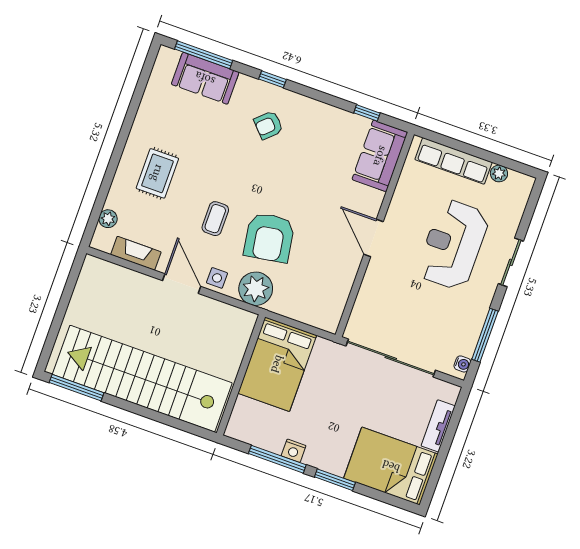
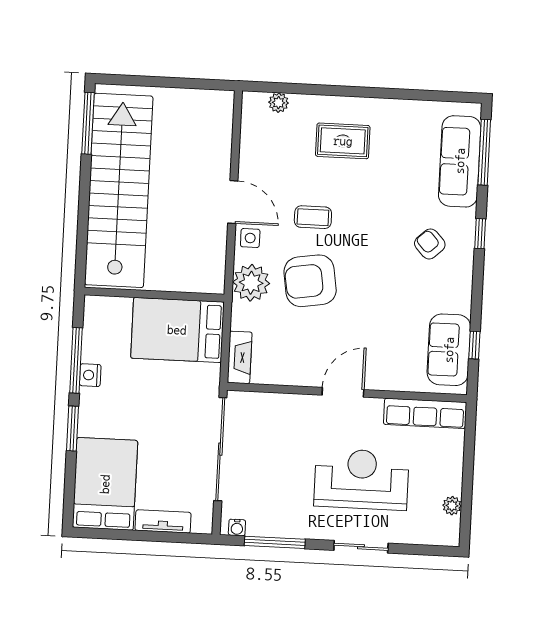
sofa: (205, 78) -> (460, 161), width x1.36
sofa: (380, 156) -> (449, 350), moved, turned -90
row of seats: (454, 161) -> (425, 413), moved, turned -90
fireplace: (136, 253) -> (240, 357), moved
door: (182, 284) -> (233, 202), hinge flipped

